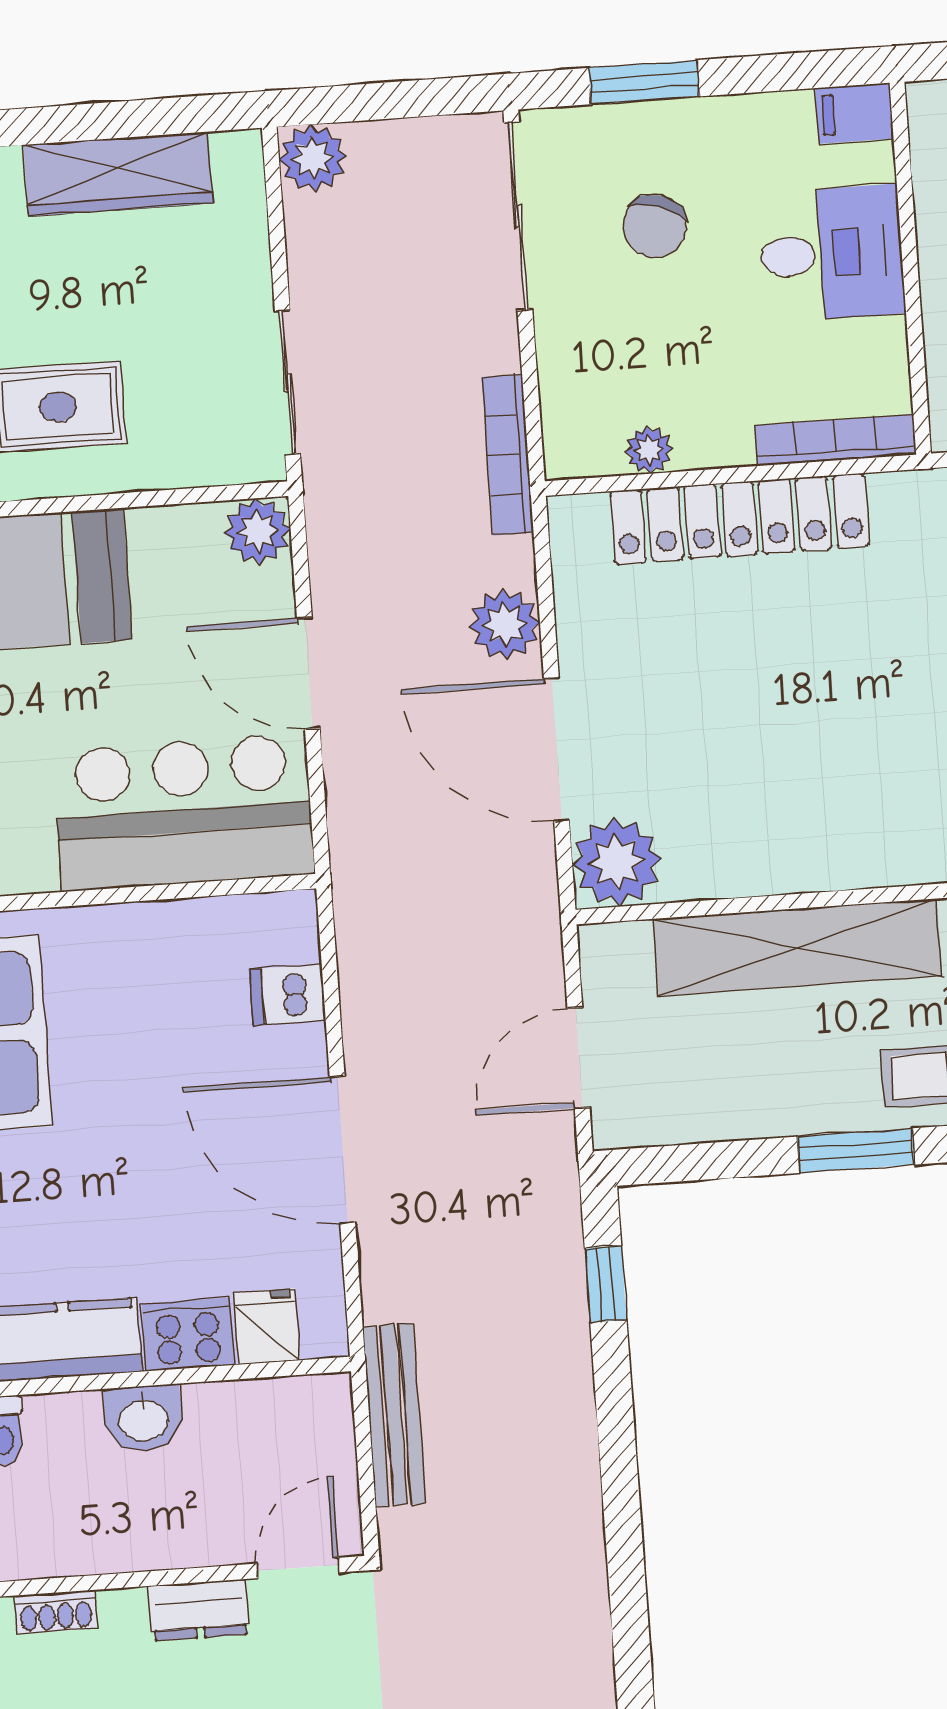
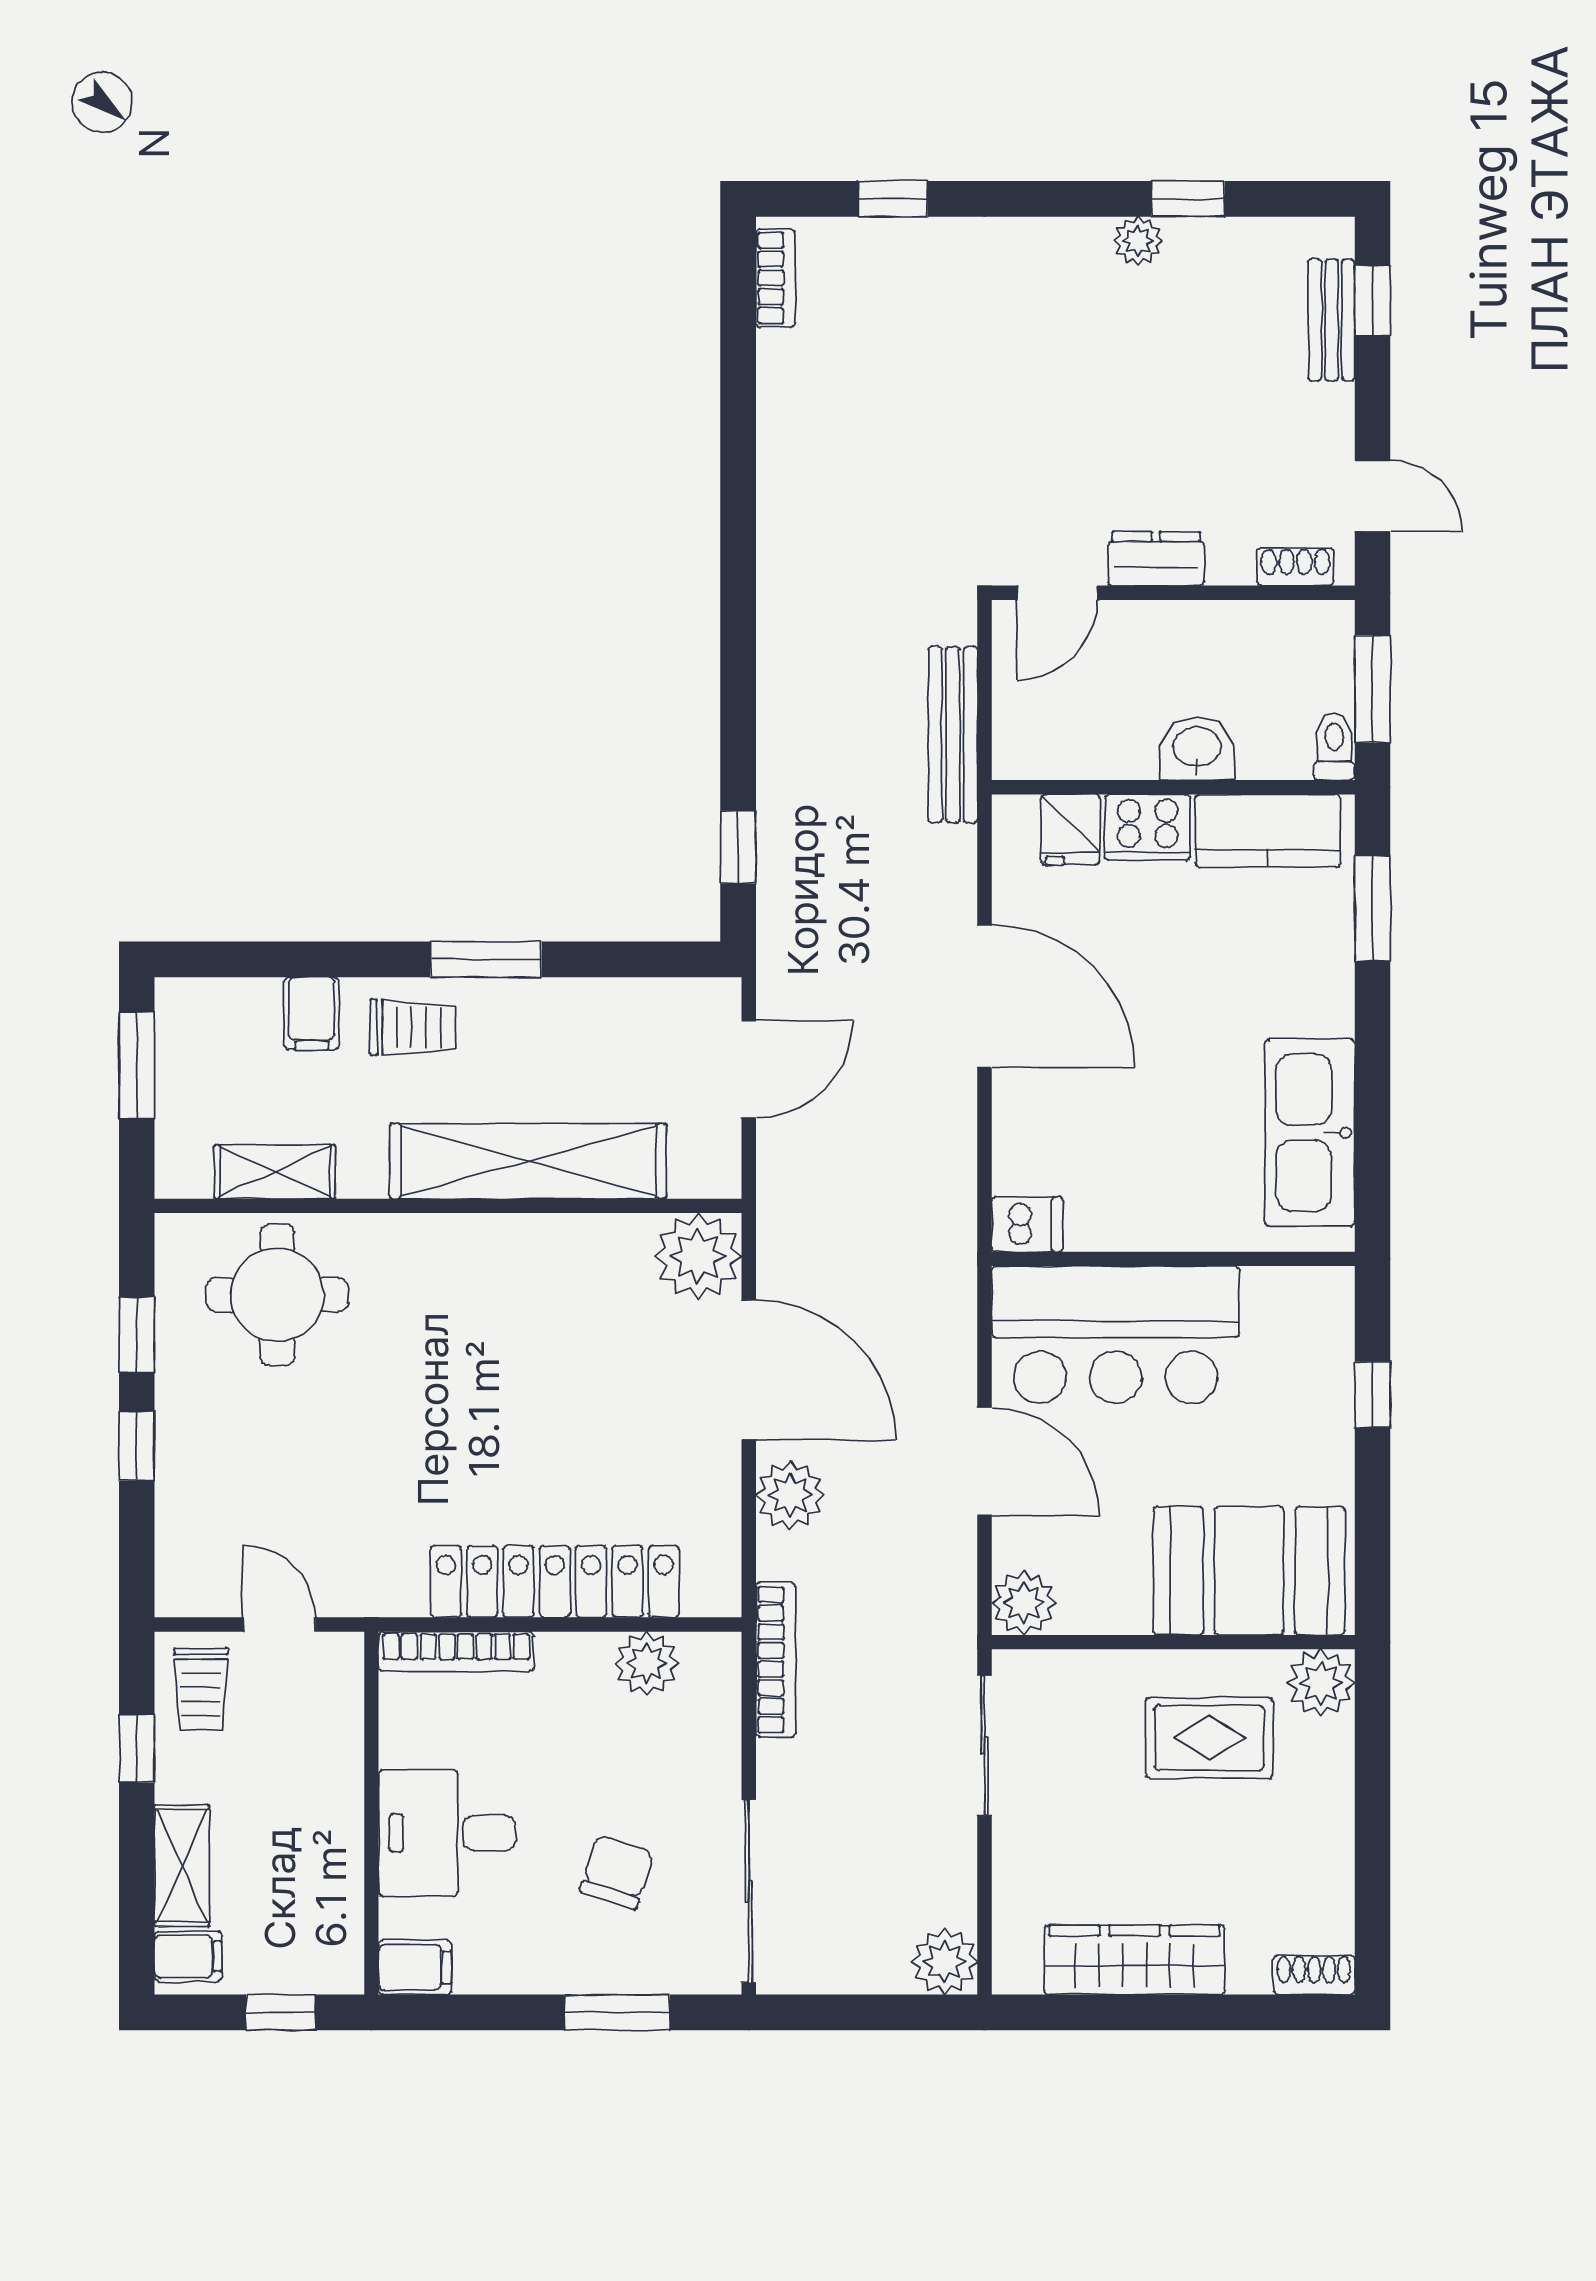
plant: (649, 450) -> (647, 1663), width x1.38, depth x1.38
dishwasher: (288, 995) -> (1027, 1224), moved

